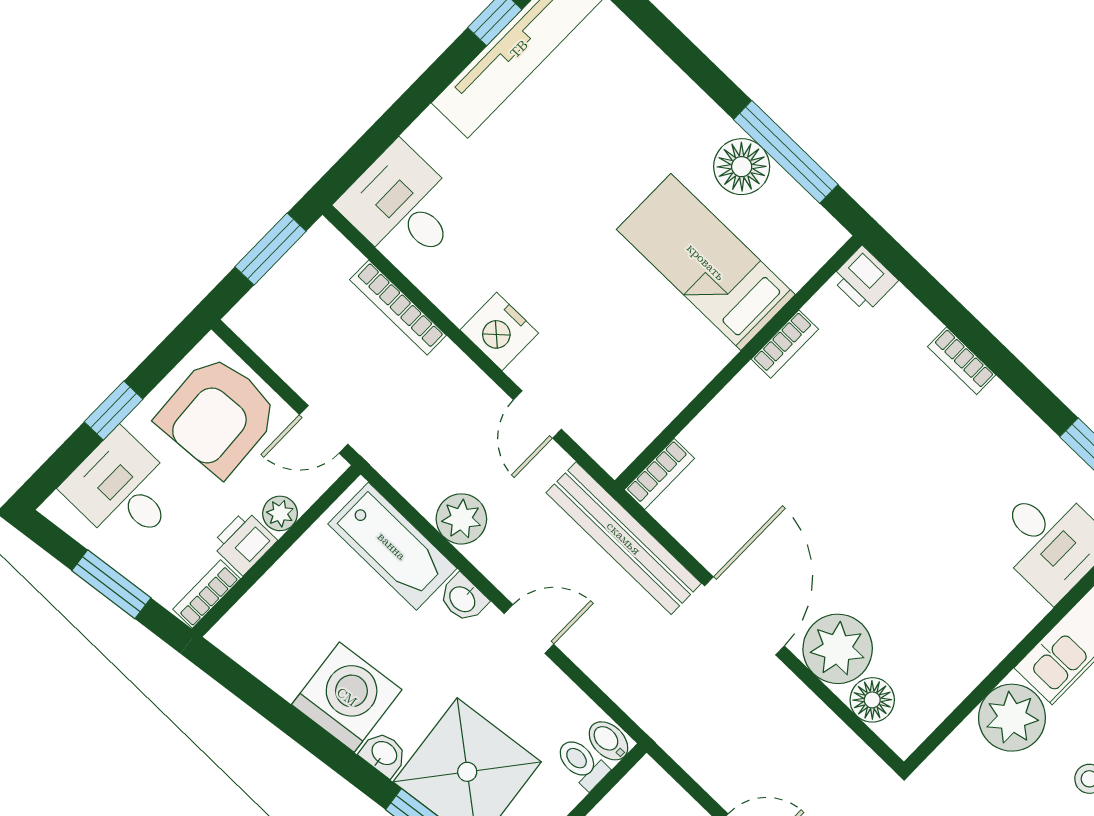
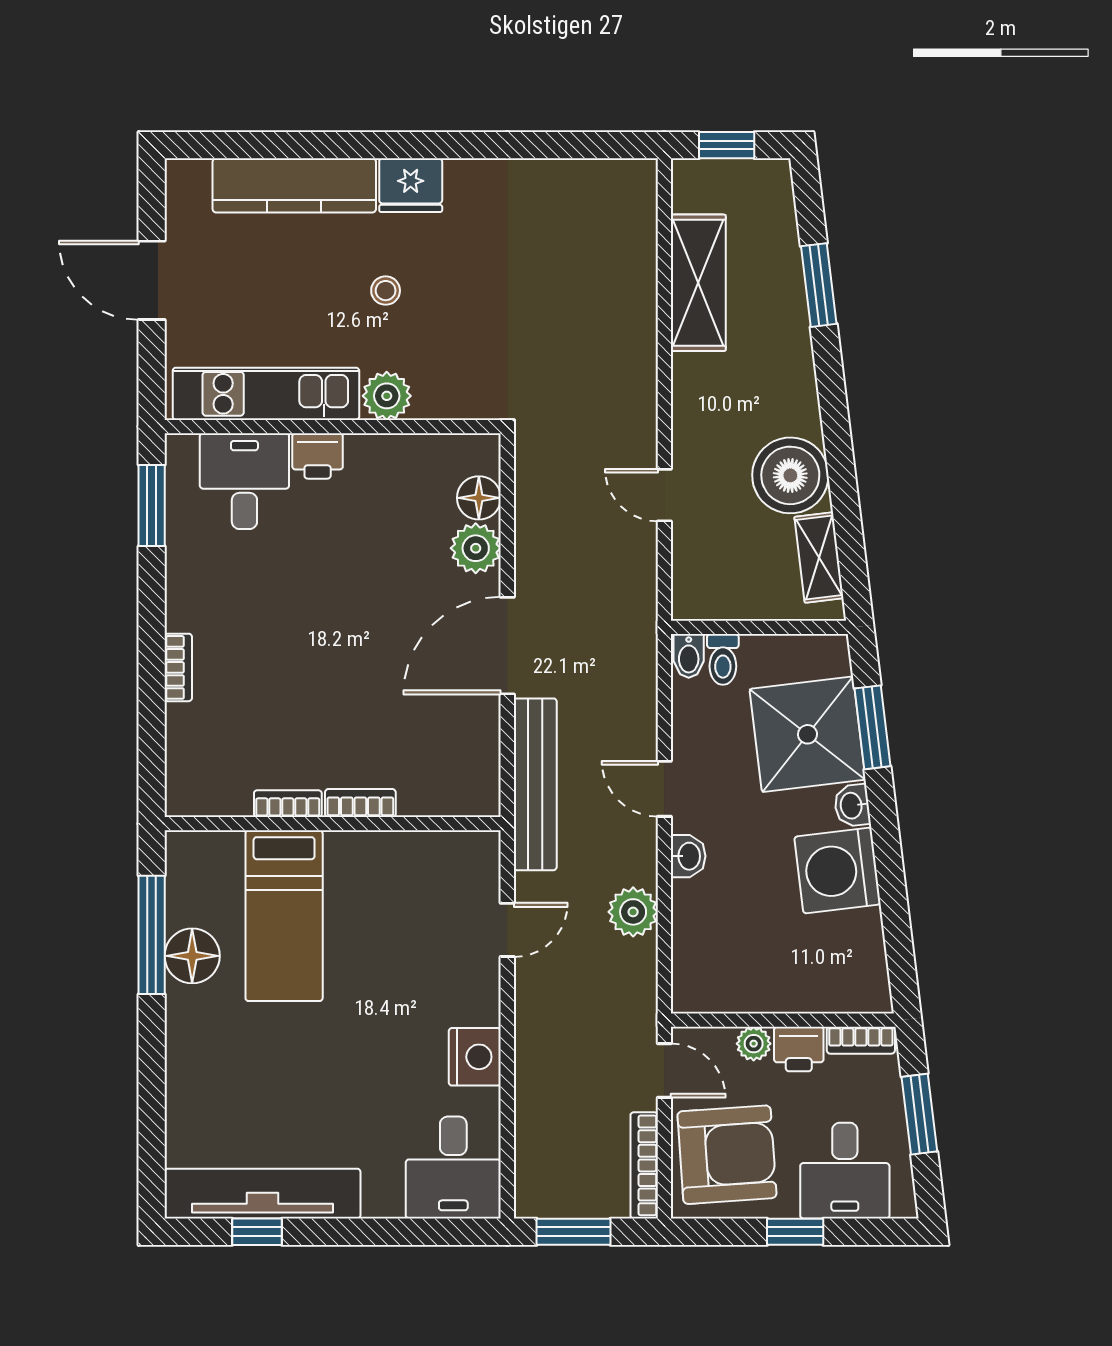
printer: (864, 279) -> (318, 456), moved, turned 90
bookcase: (398, 308) -> (644, 1165), moved, turned 180
nightstand: (499, 331) -> (475, 1057), moved
bookcase: (659, 474) -> (360, 803), moved
bathtub: (392, 546) -> (700, 942), removed
plant: (838, 649) -> (476, 548), width x0.73, depth x0.73
plant: (1012, 718) -> (387, 396), width x0.73, depth x0.73

